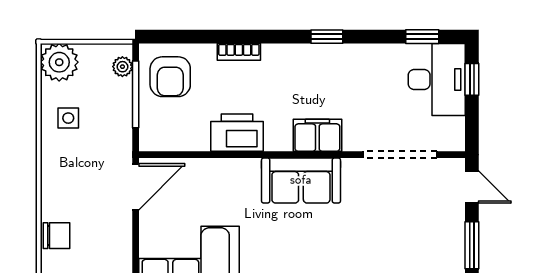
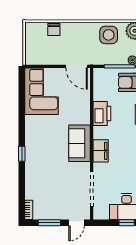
side table: (68, 118) -> (109, 35), width x1.87, depth x1.87

